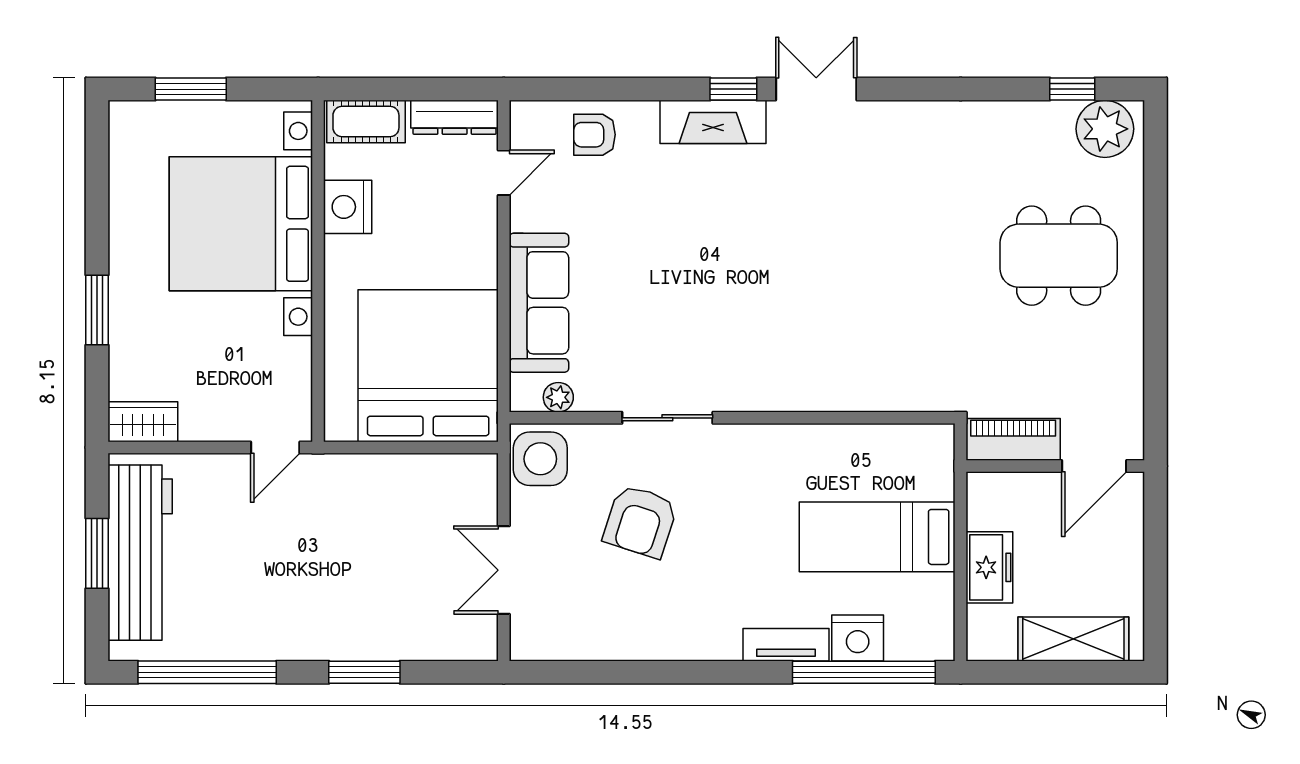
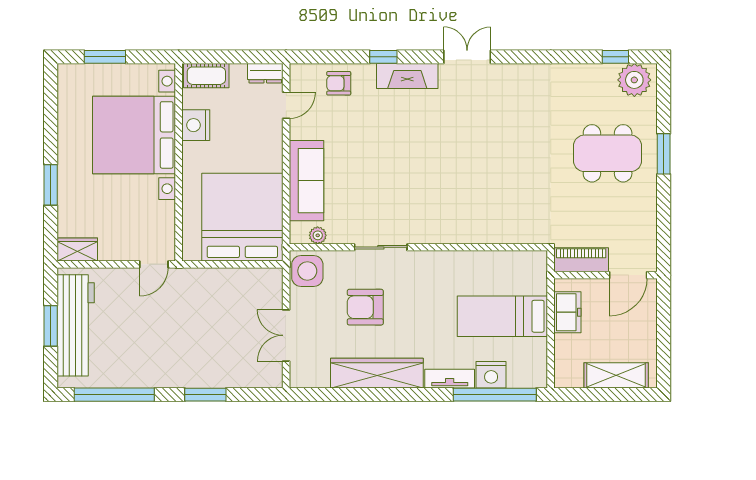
window: (733, 89) -> (383, 57), moved
dresser: (455, 117) -> (265, 73), width x0.70
window: (1156, 257) -> (664, 154), added
armchair: (640, 521) -> (365, 307), turned 72
freezer: (989, 567) -> (567, 312), moved
wardrobe: (660, 635) -> (377, 373), added

